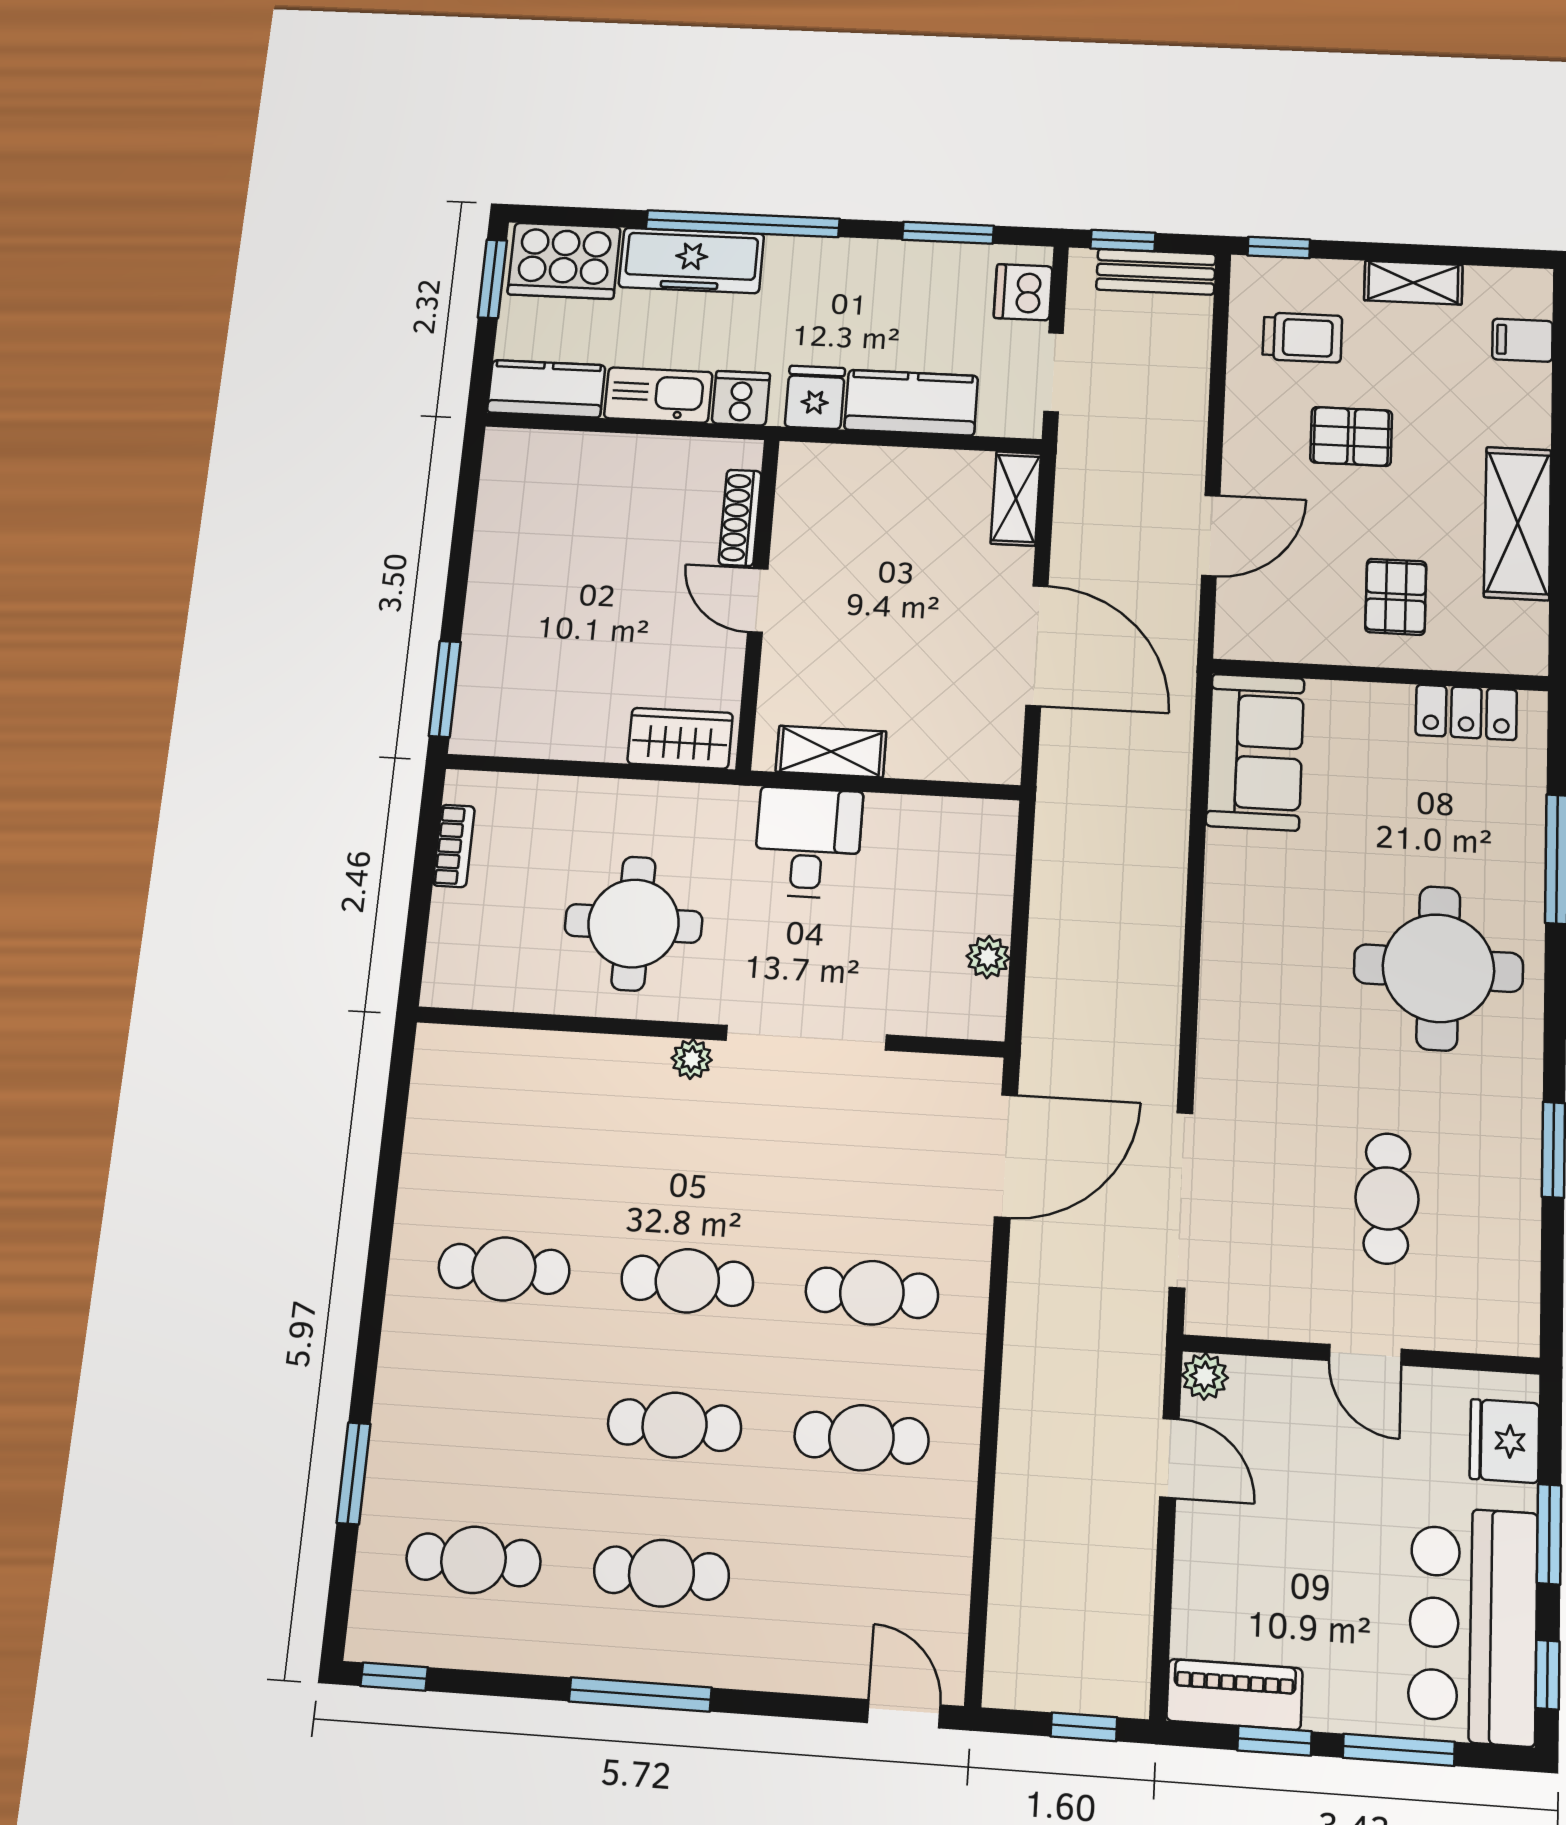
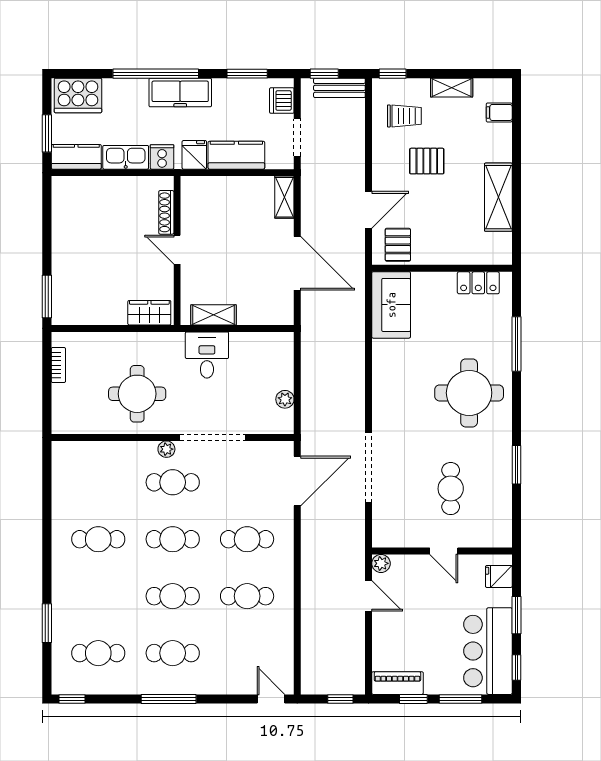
freezer: (691, 260) -> (180, 92), moved
window: (492, 279) -> (47, 133), moved
pallet: (1396, 597) -> (398, 245), moved
cafe table: (700, 1140) -> (173, 482), added
doorway: (1181, 1200) -> (369, 467), moved
fridge: (1505, 1441) -> (499, 576), width x0.72

